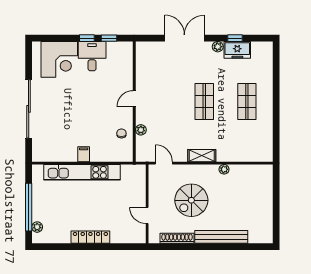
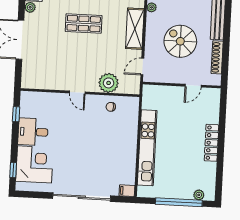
window: (87, 38) -> (13, 170), moved
plant: (141, 130) -> (109, 83), width x1.88, depth x1.88
filing cabinet: (84, 154) -> (127, 191), moved
shelving: (202, 156) -> (135, 29), width x1.50, depth x1.33
spiral stairs: (191, 200) -> (180, 41), turned 180

